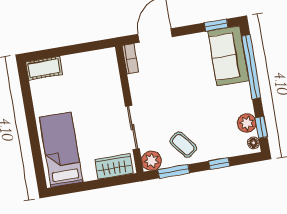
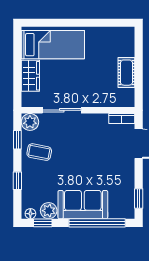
sofa: (228, 56) -> (83, 205), moved
cot: (44, 68) -> (126, 73), moved
coffee table: (183, 145) -> (39, 152), turned 49
wardrobe: (114, 166) -> (30, 76), moved
window: (174, 171) -> (17, 140), width x0.67

